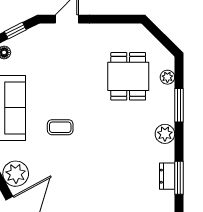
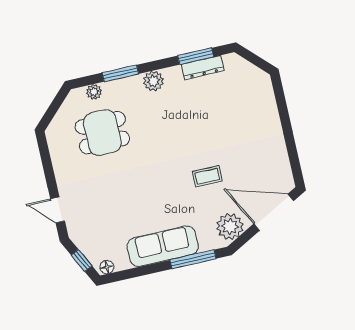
coffee table: (60, 127) -> (207, 176), moved, turned 90
dresser: (167, 176) -> (203, 67), width x1.44

